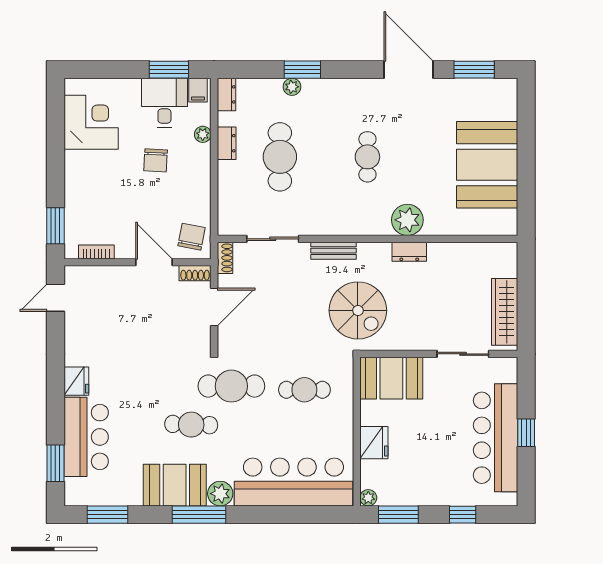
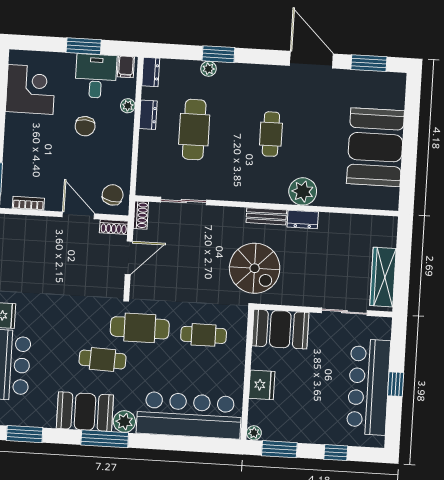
window: (169, 70) -> (84, 46), moved
bench: (333, 251) -> (266, 216), moved

